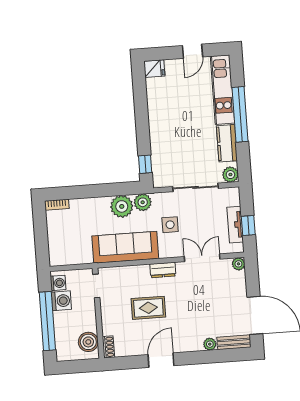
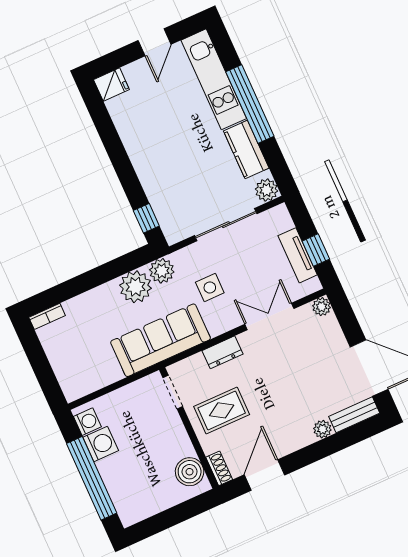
doorway: (96, 286) -> (173, 392), moved
wall: (98, 313) -> (189, 428), moved
boiler: (88, 342) -> (190, 472), moved
shoe rack: (108, 347) -> (219, 468), moved

